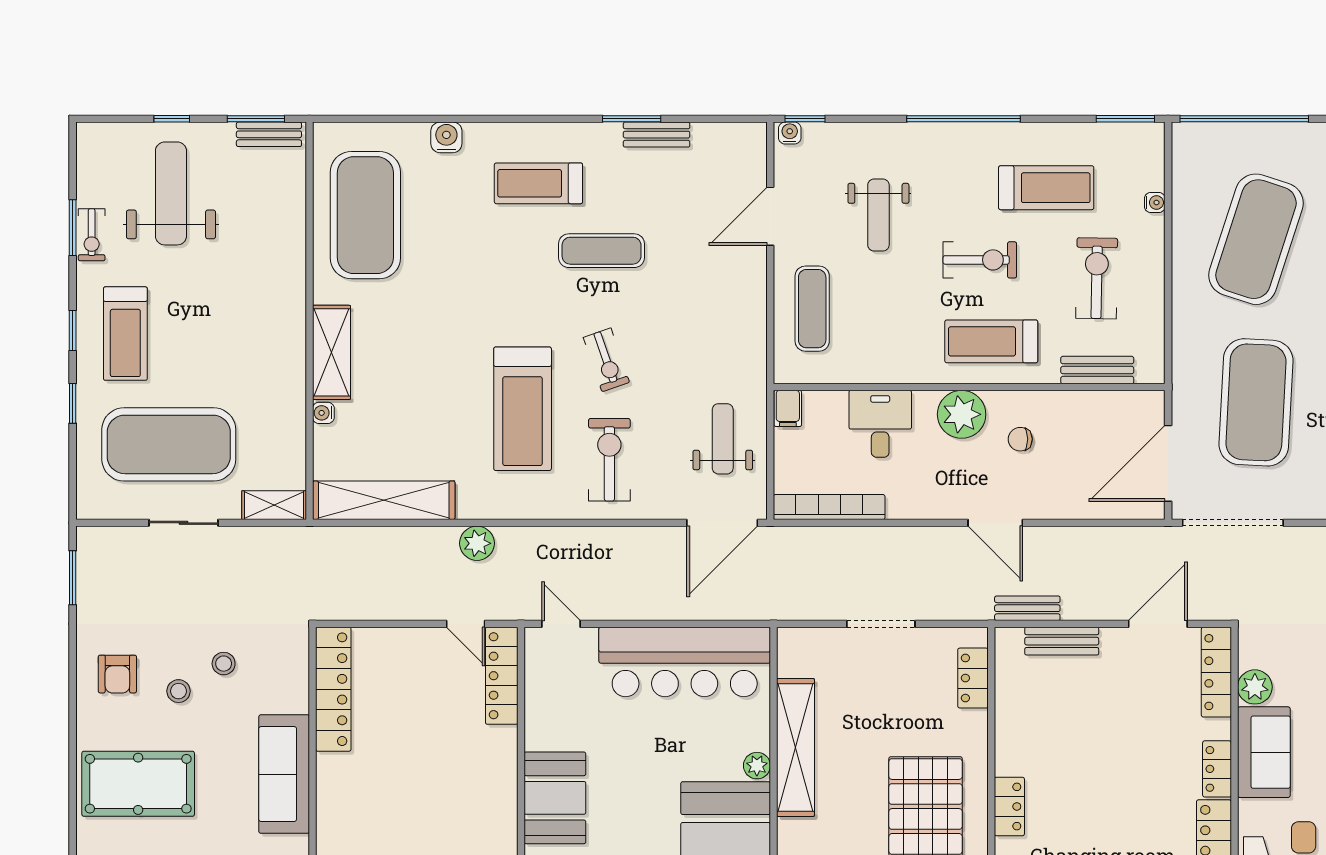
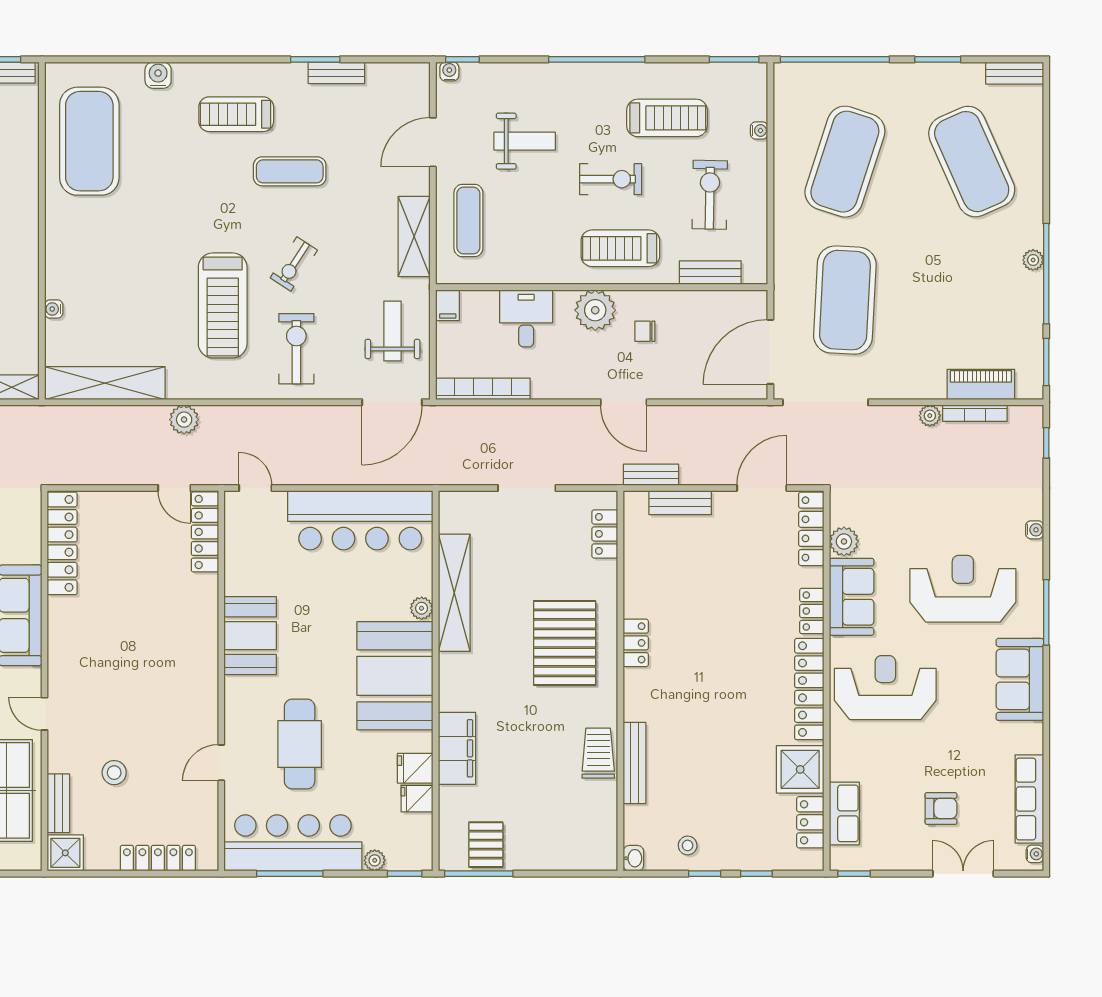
weight bench: (878, 215) -> (525, 141), turned -90
shelving: (331, 352) -> (414, 236), moved
exercise bike: (606, 360) -> (294, 264), turned 52

